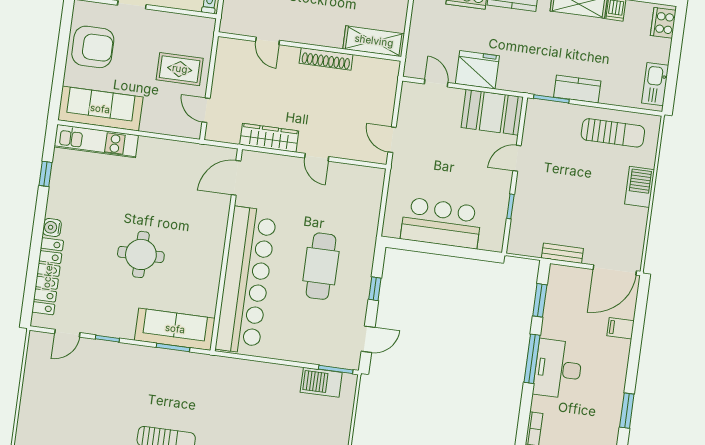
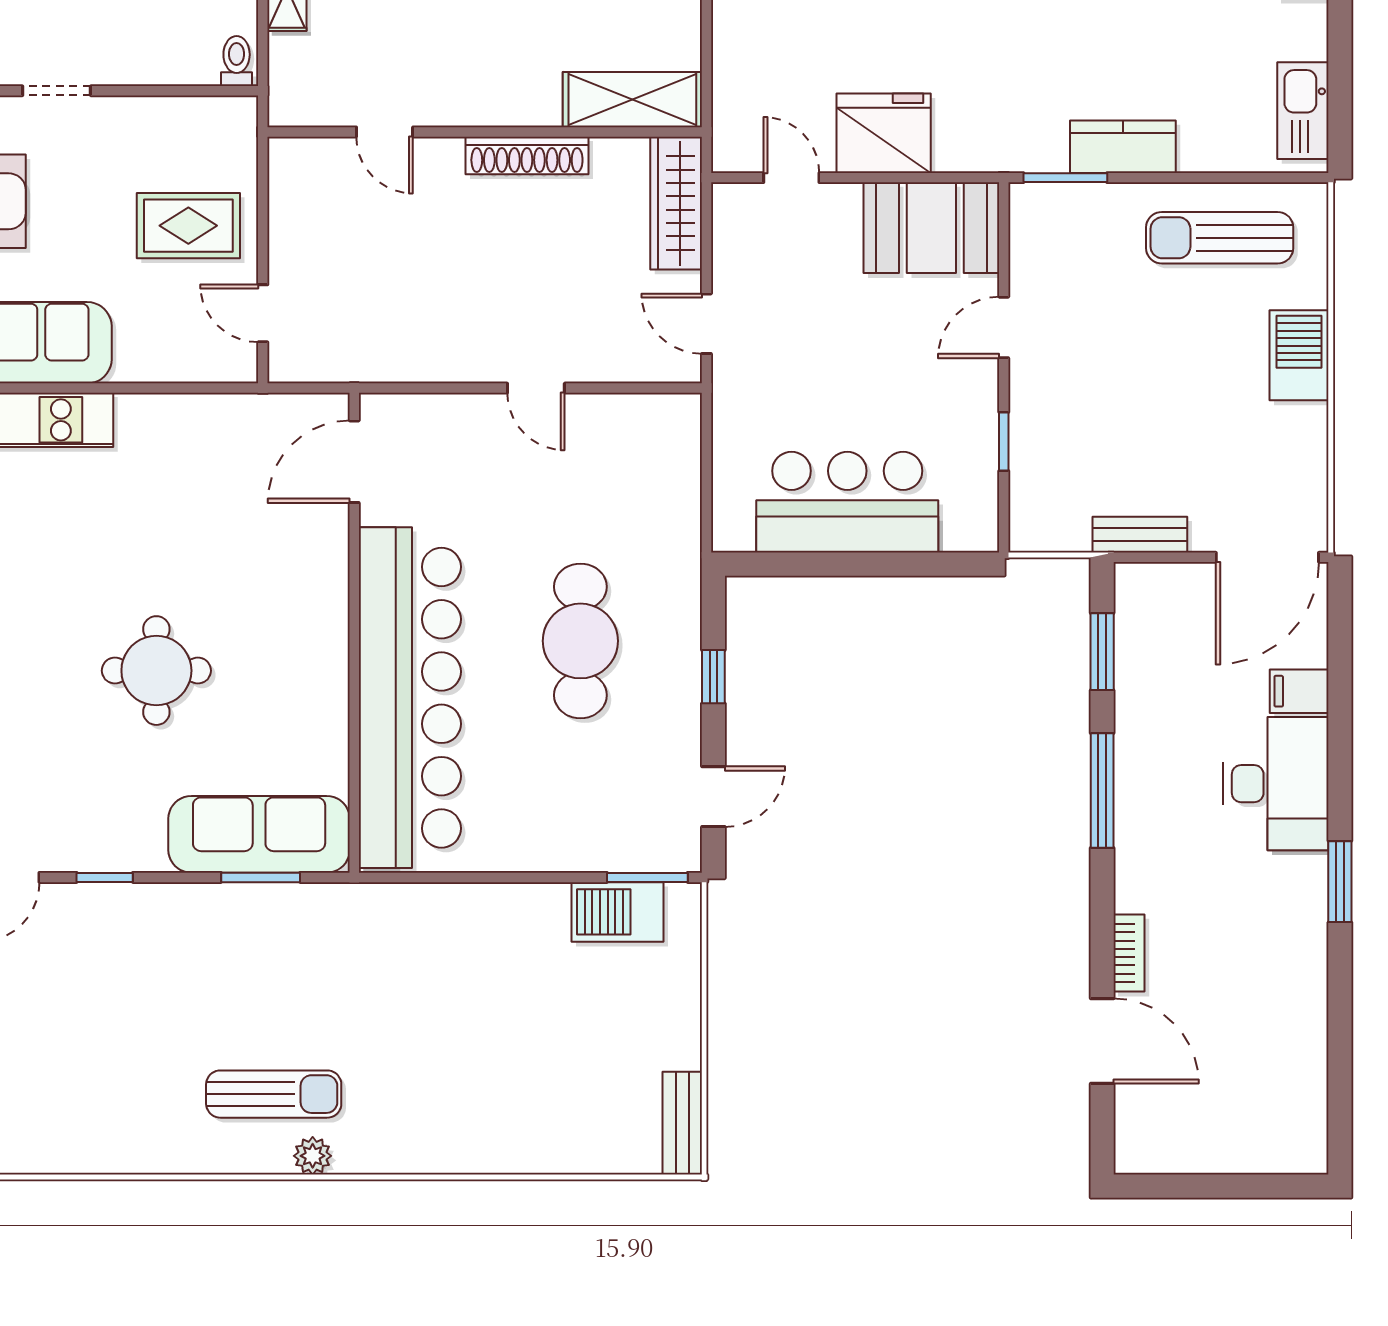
sun lounger: (613, 133) -> (1220, 238), turned 180
wardrobe: (269, 138) -> (676, 203), moved, turned -90
desk: (558, 369) -> (1276, 784), moved, turned 180

